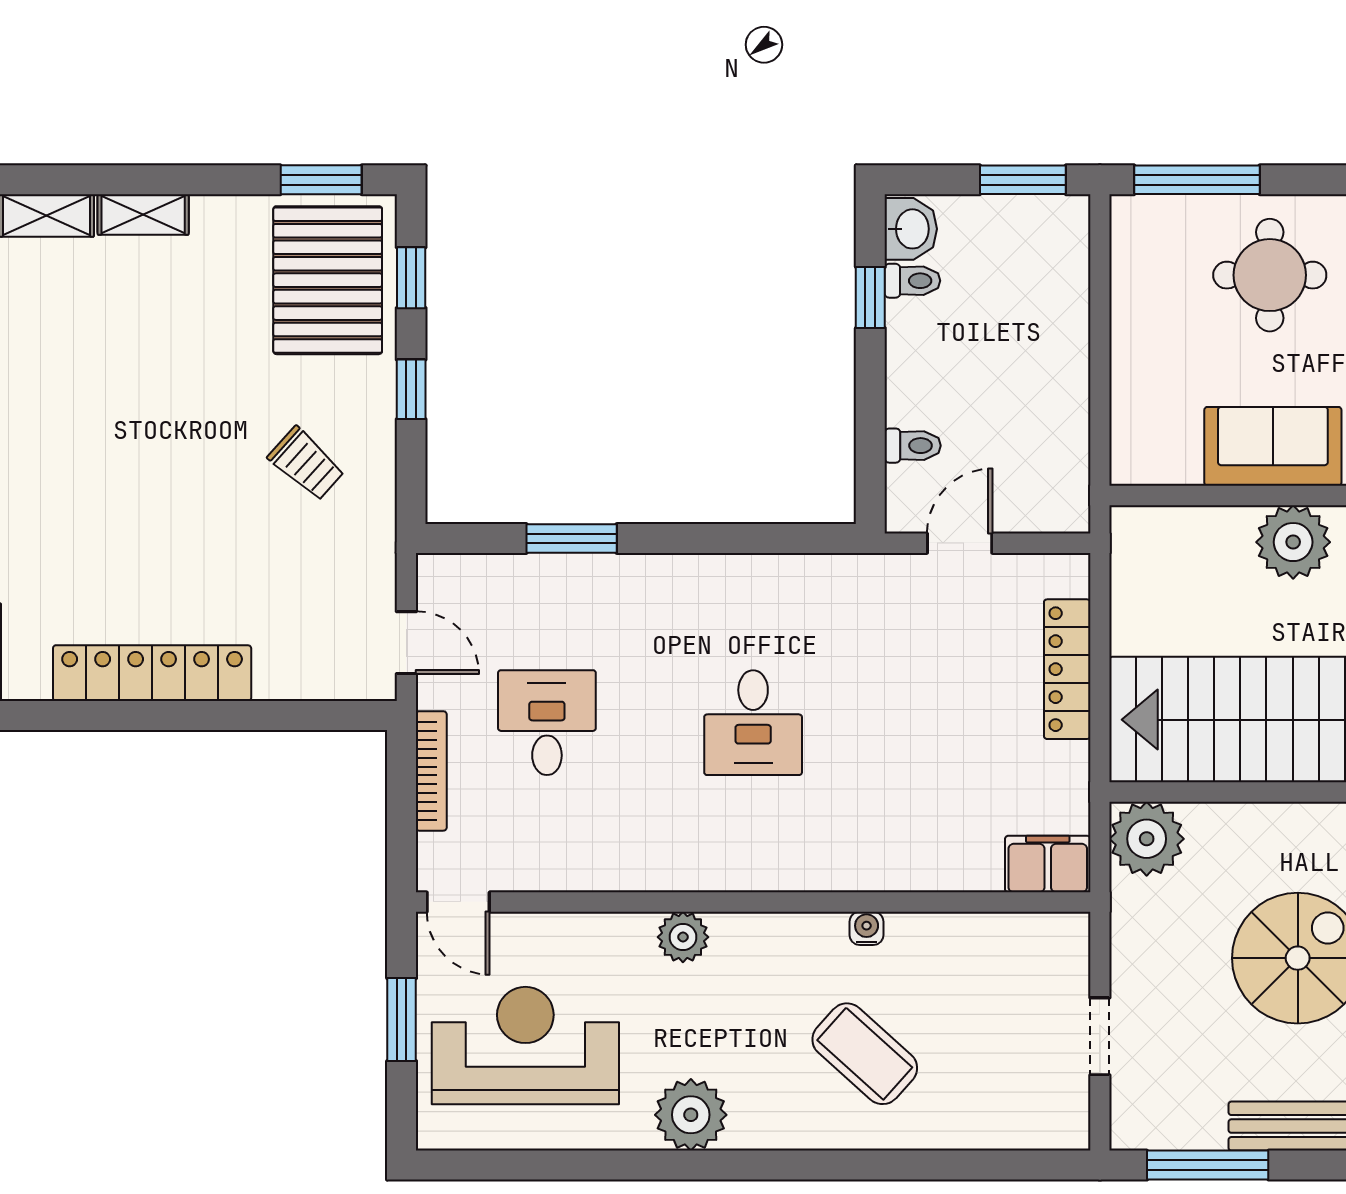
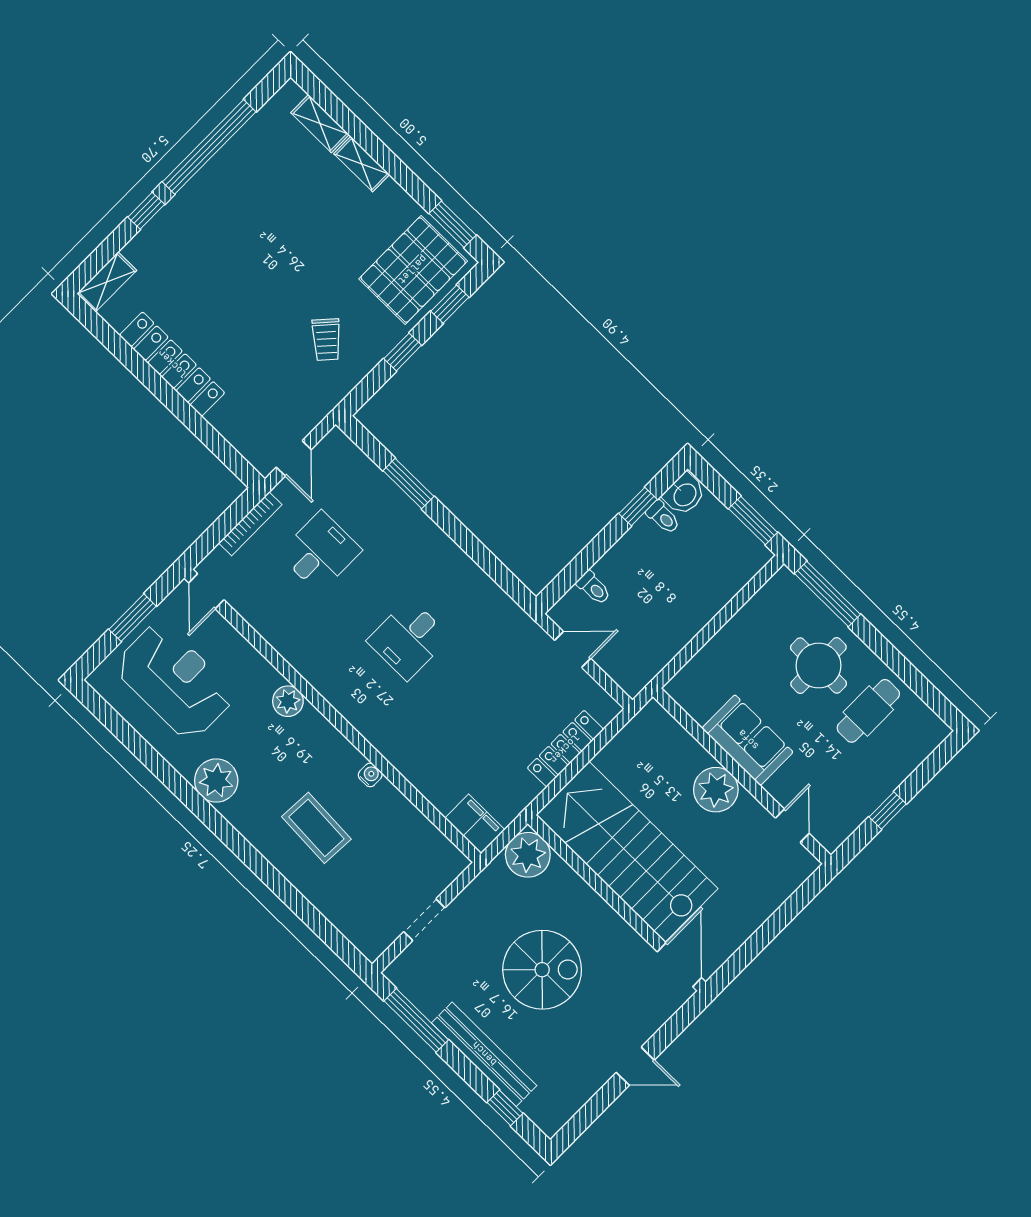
coffee table: (865, 1054) -> (316, 828), turned -39

